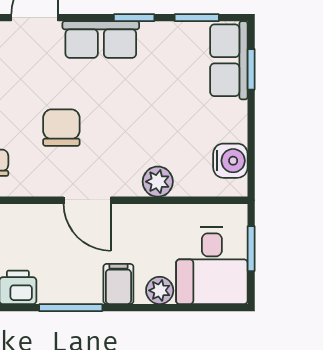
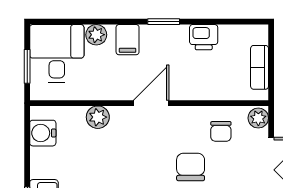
chair: (61, 128) -> (191, 167), moved, turned 180
door: (87, 200) -> (151, 103), hinge flipped
window: (71, 308) -> (164, 22), width x0.67

